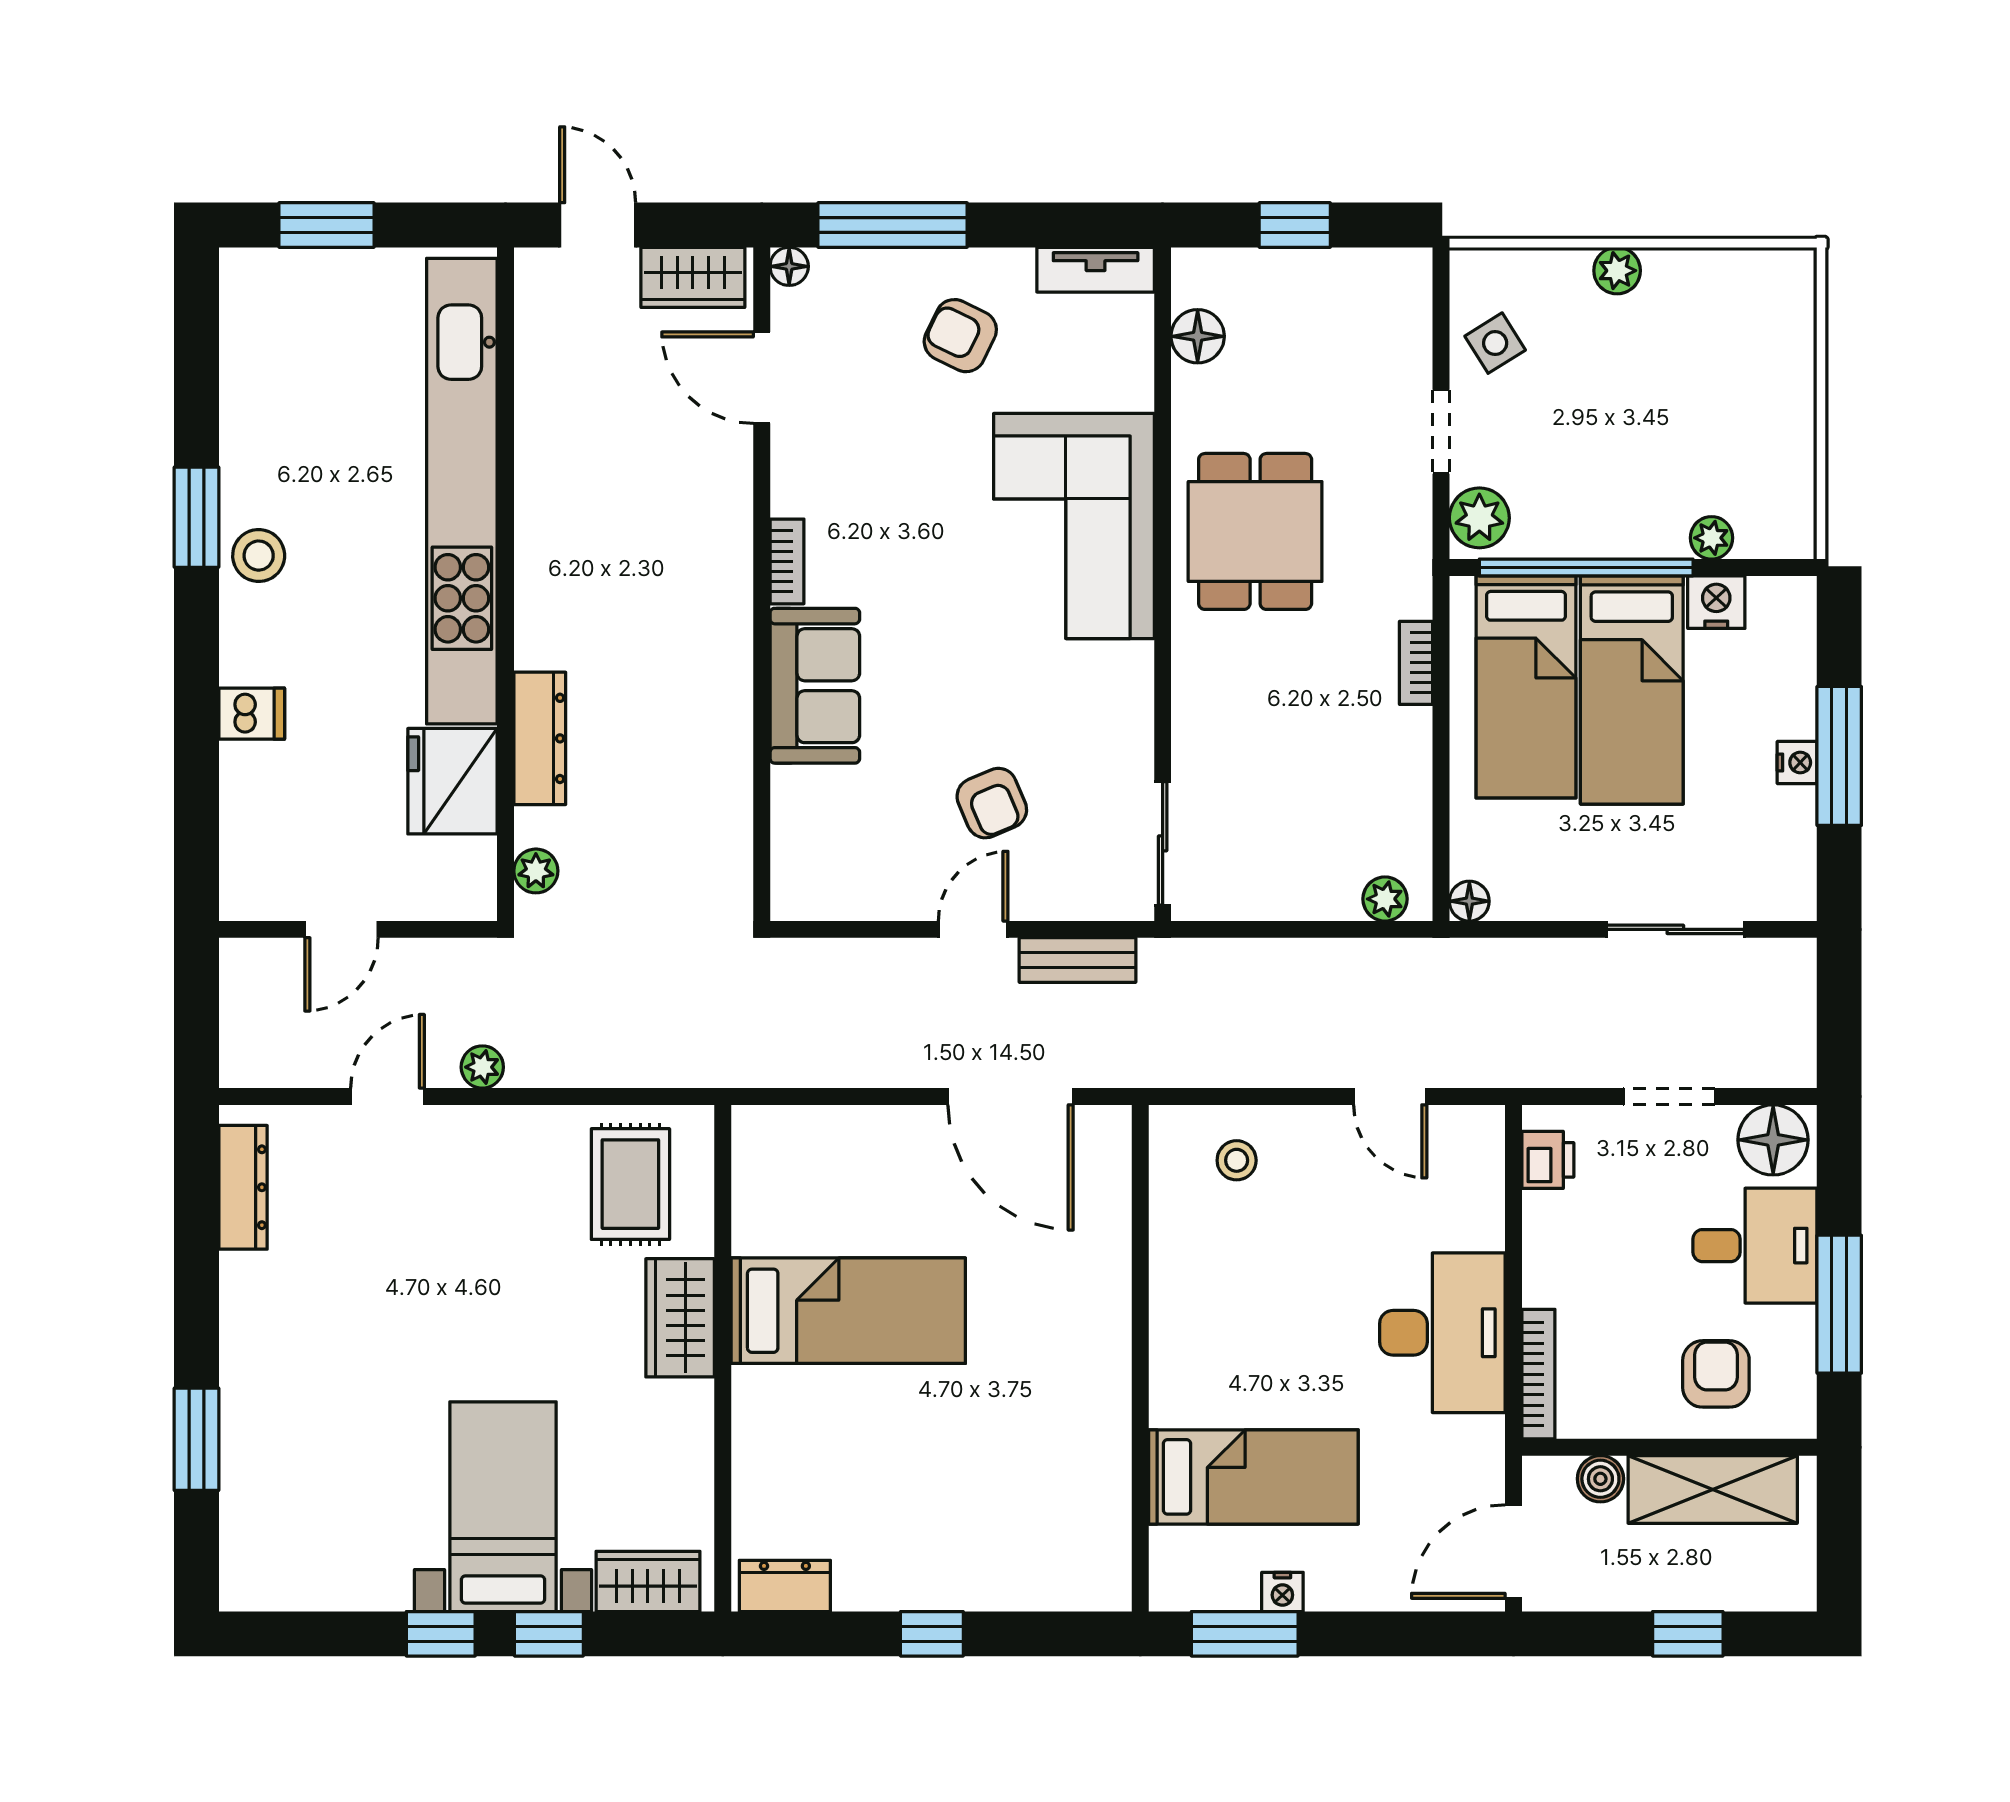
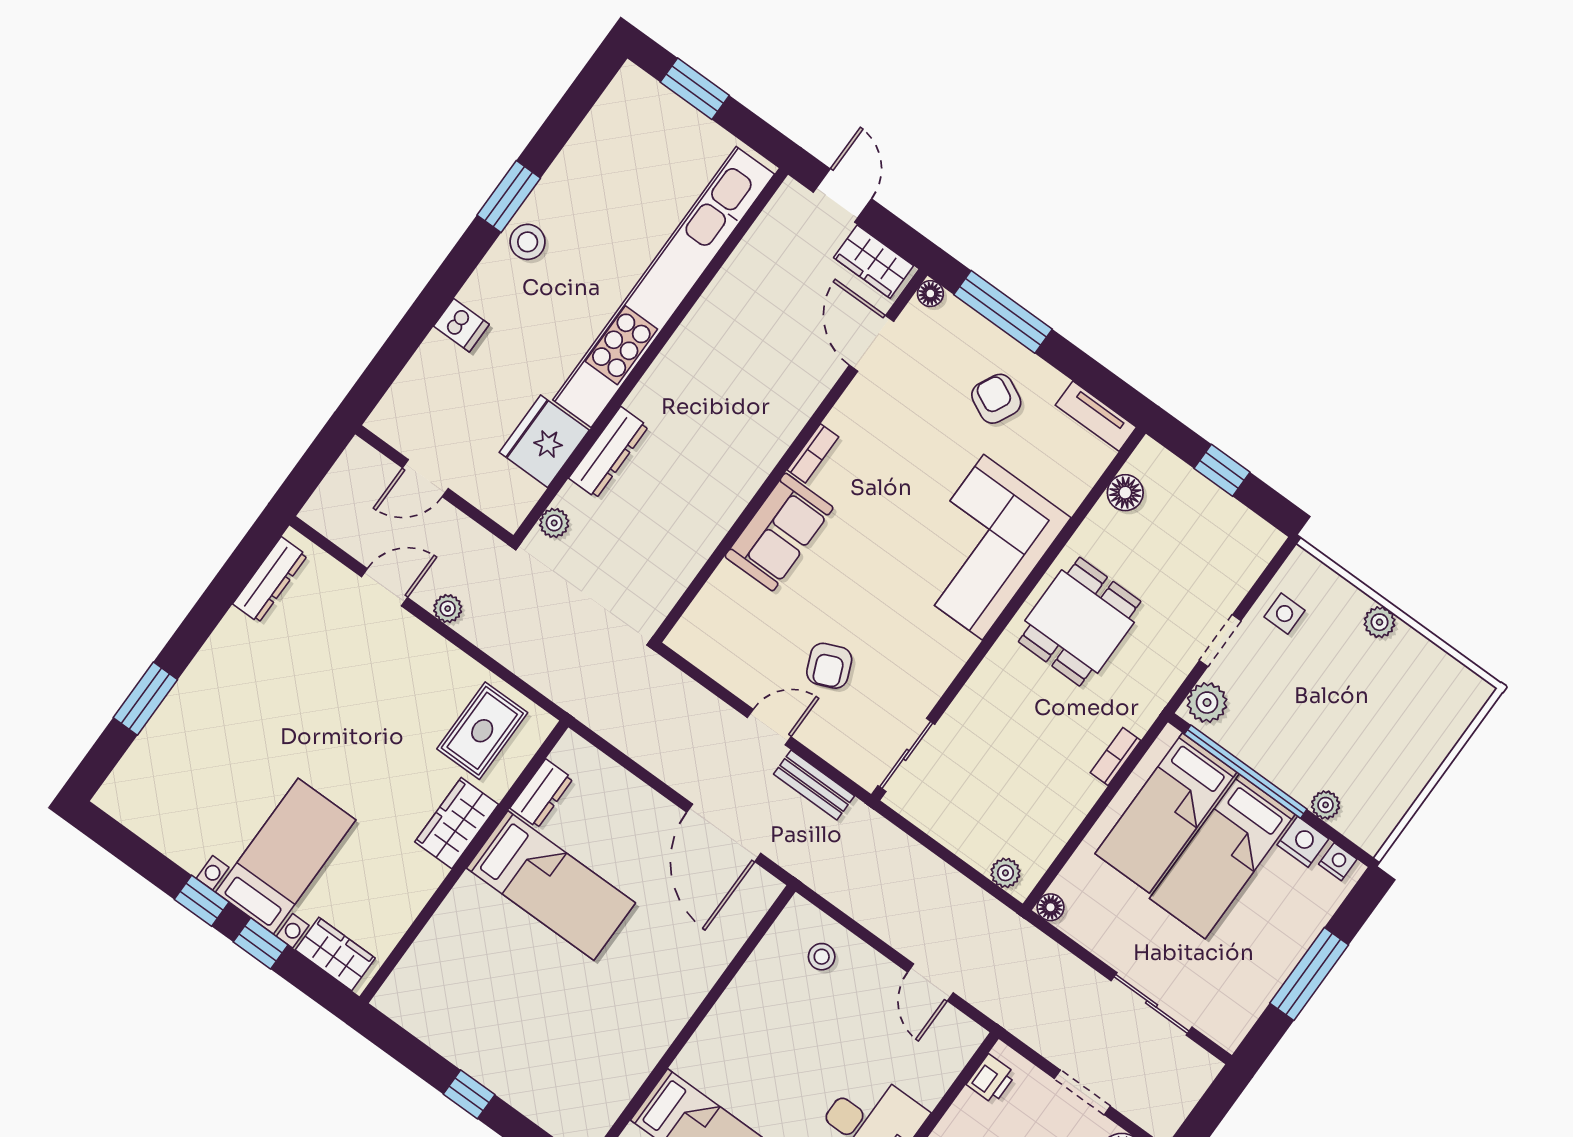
side table: (1495, 343) -> (1285, 614), turned 32
nightstand: (1797, 763) -> (1338, 862), moved, turned -90
dresser: (785, 1586) -> (542, 793), moved, turned 90

